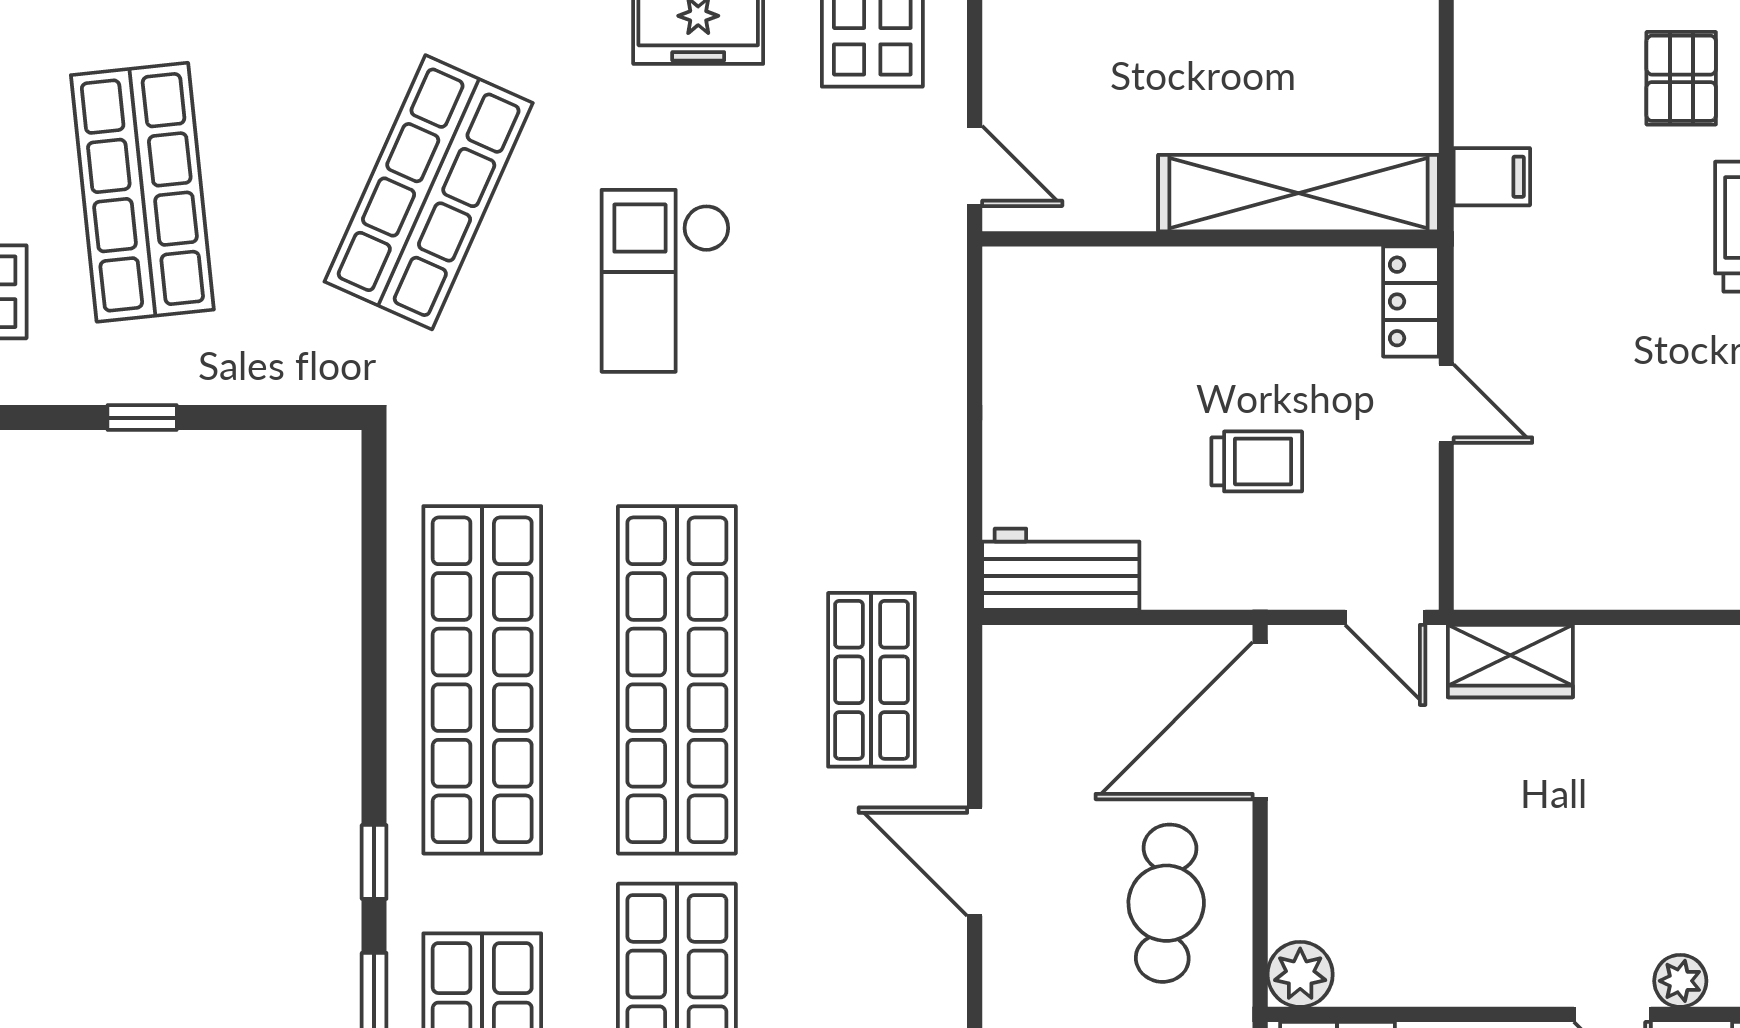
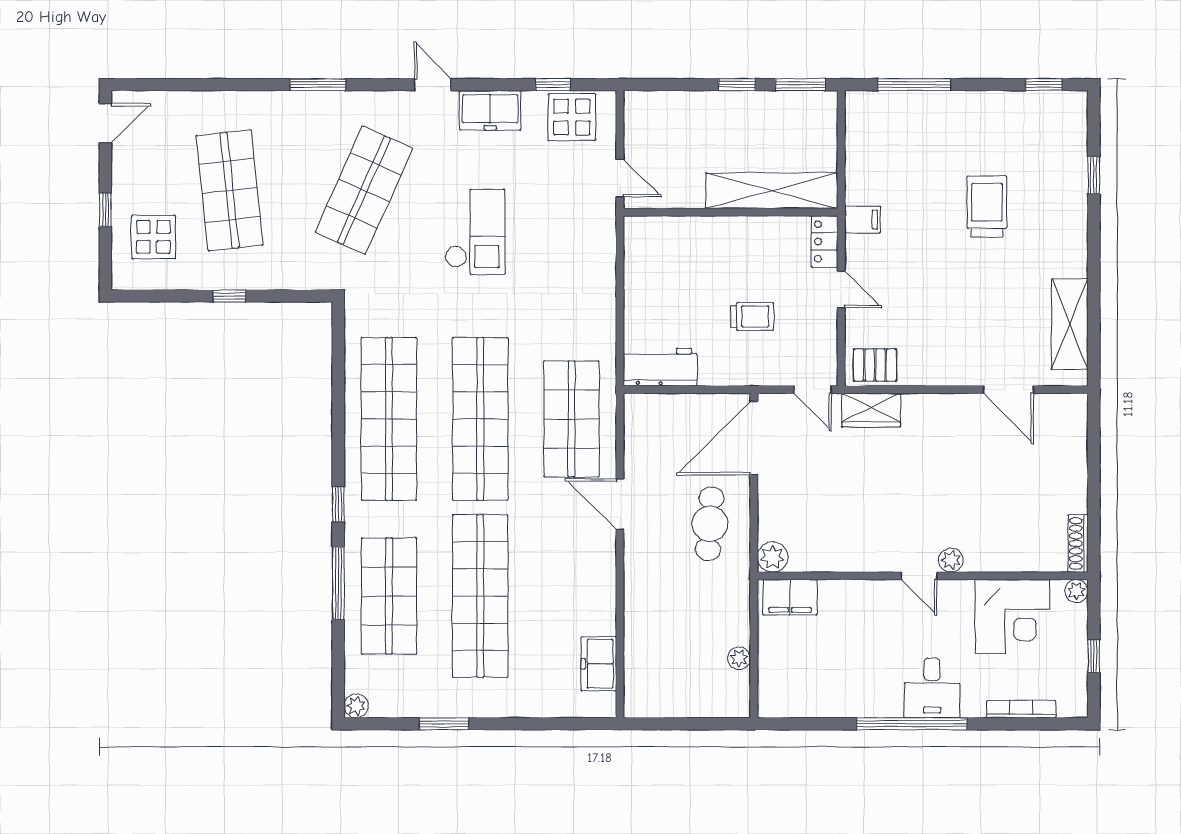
pallet: (1681, 78) -> (875, 365), moved, turned 90
filing cabinet: (1492, 177) -> (862, 220), moved
checkout: (666, 281) -> (475, 232), turned 180
shop shelf: (871, 680) -> (572, 419), width x1.43, depth x1.36

